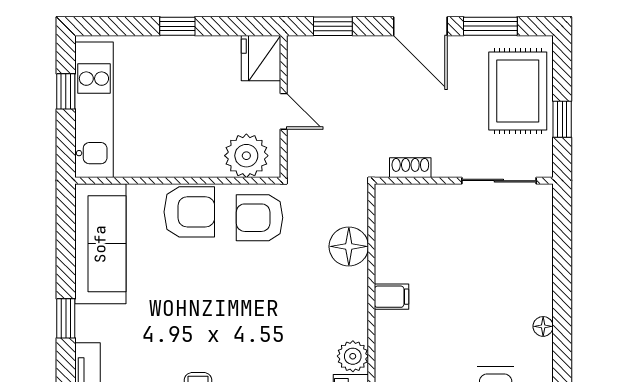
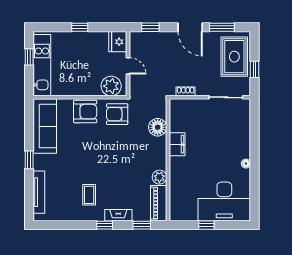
filing cabinet: (392, 297) -> (177, 144), width x2.00

